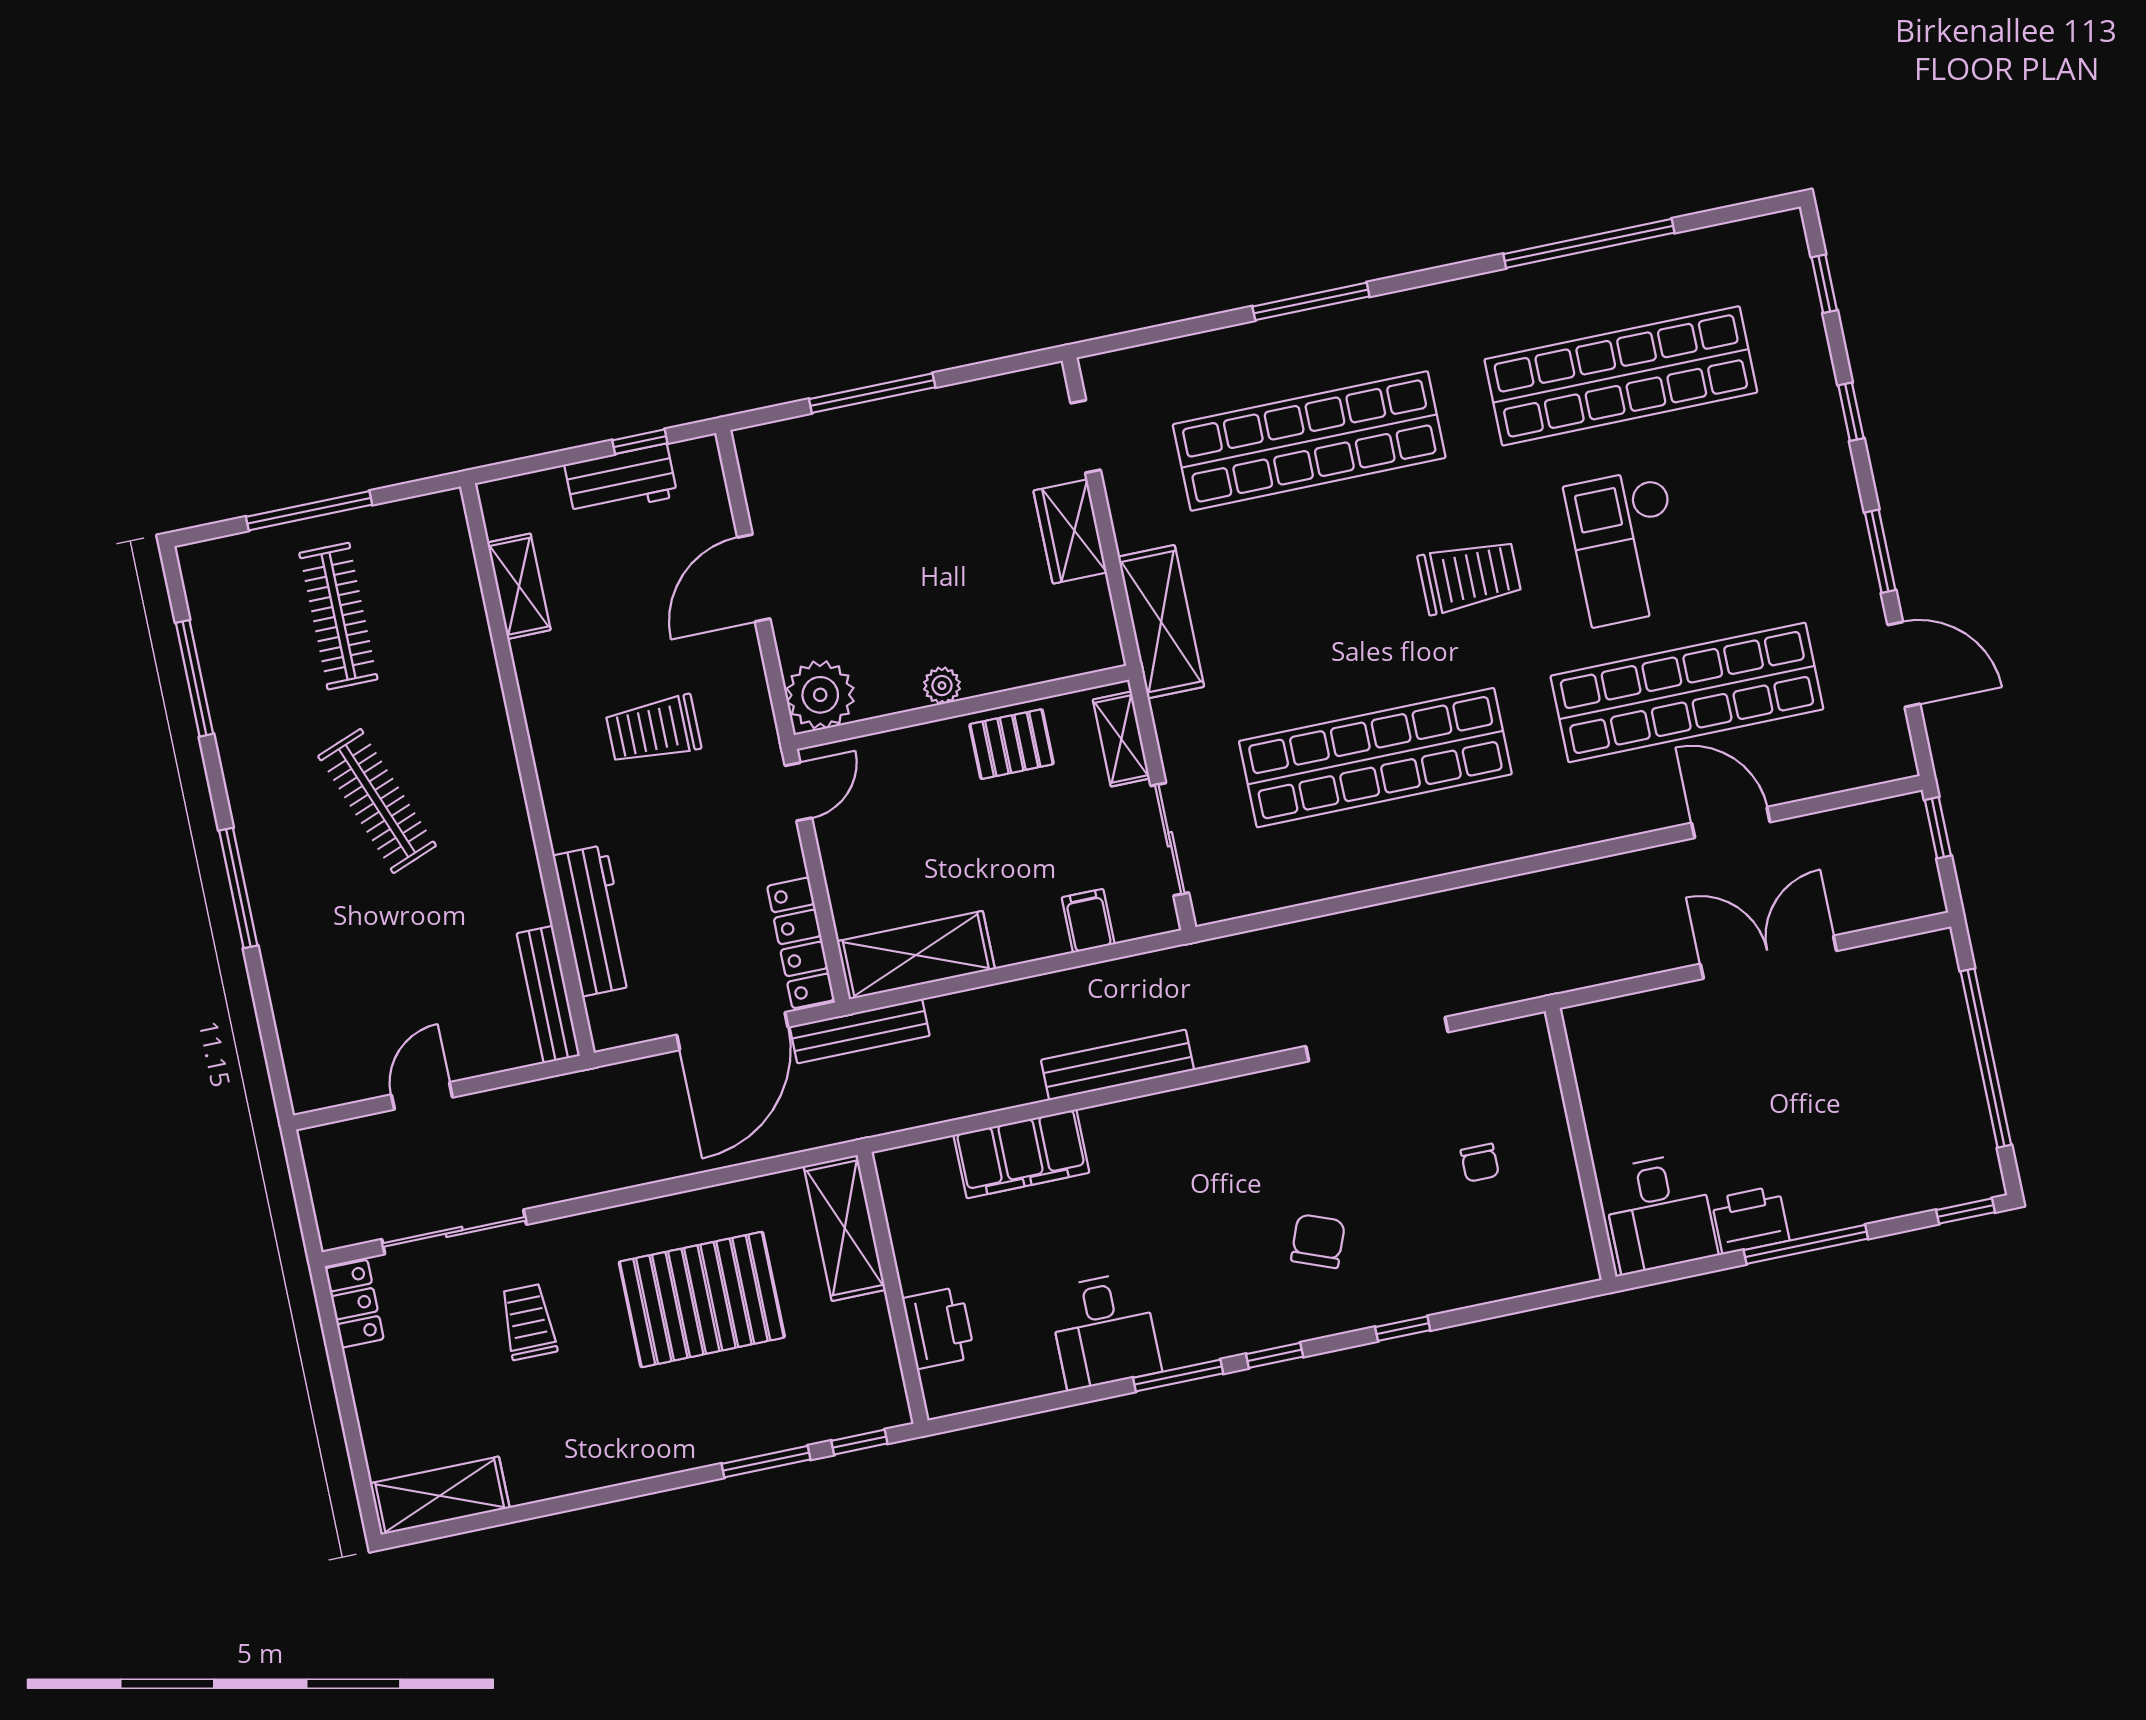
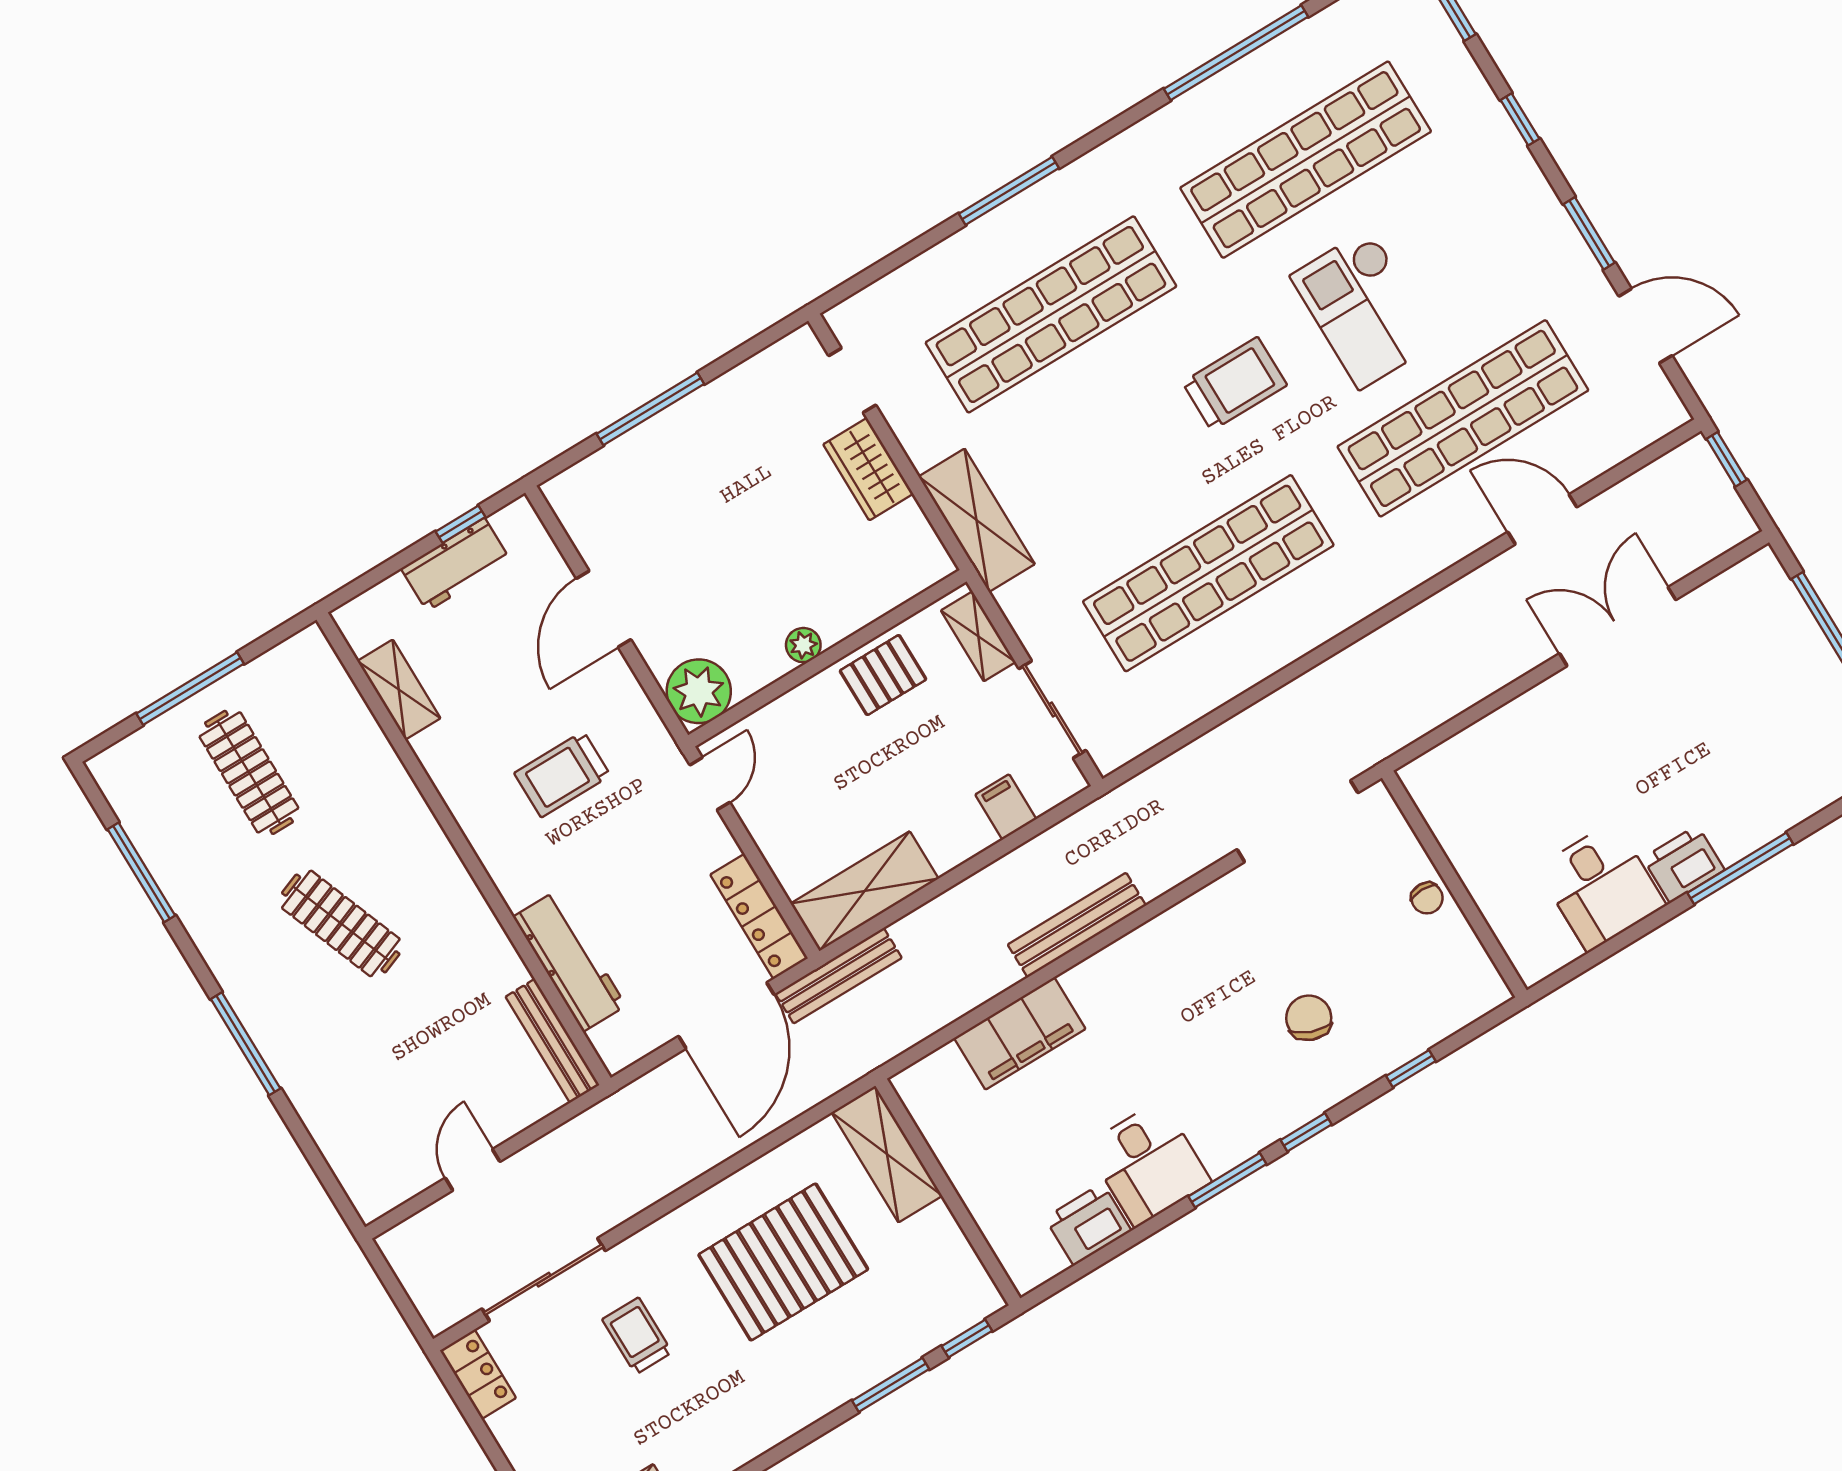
wall: (1581, 1144) -> (1454, 884), moved
printer: (939, 1328) -> (1088, 1224), moved, turned -90

